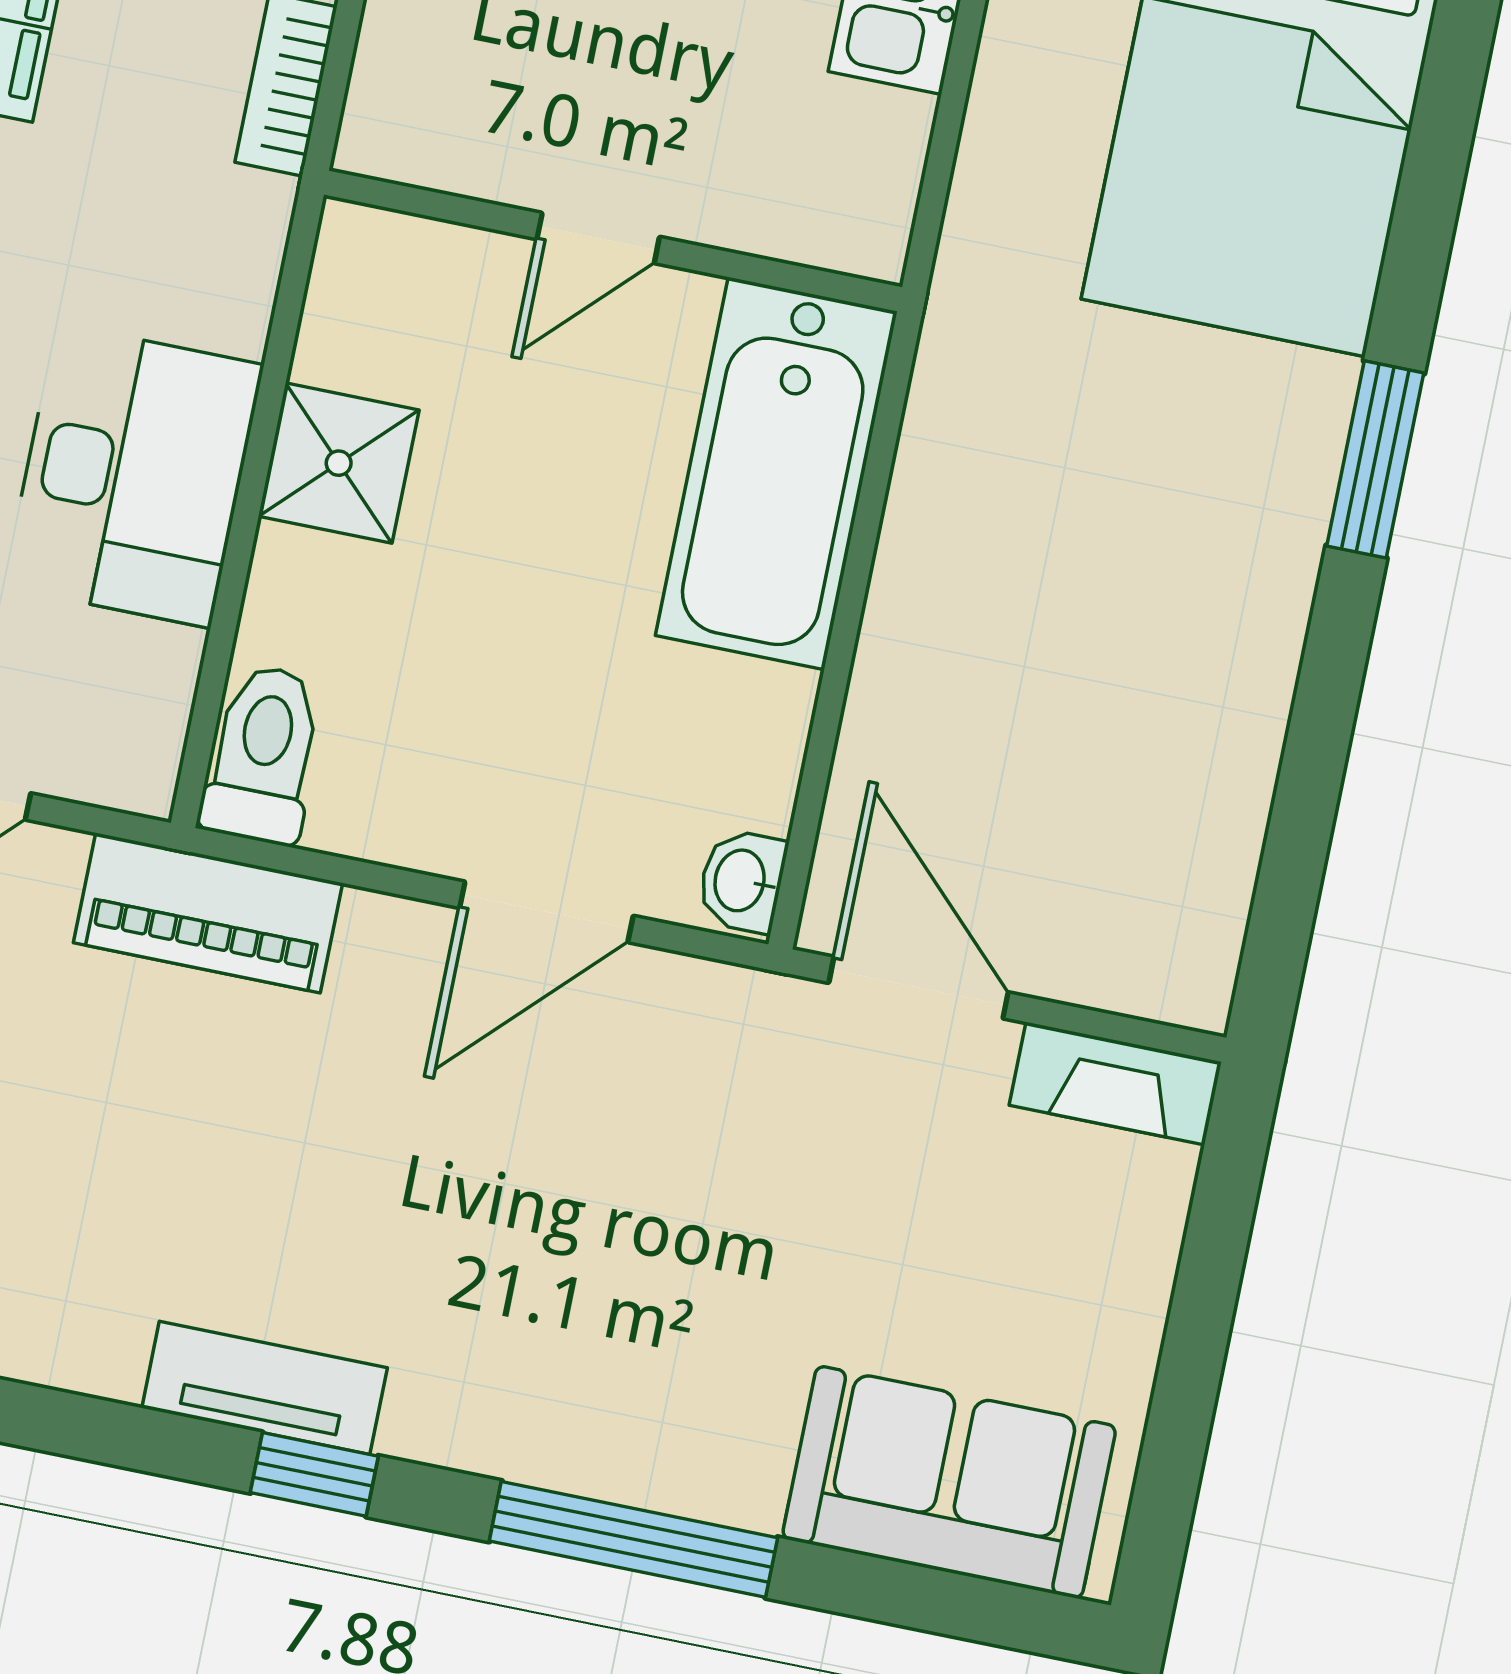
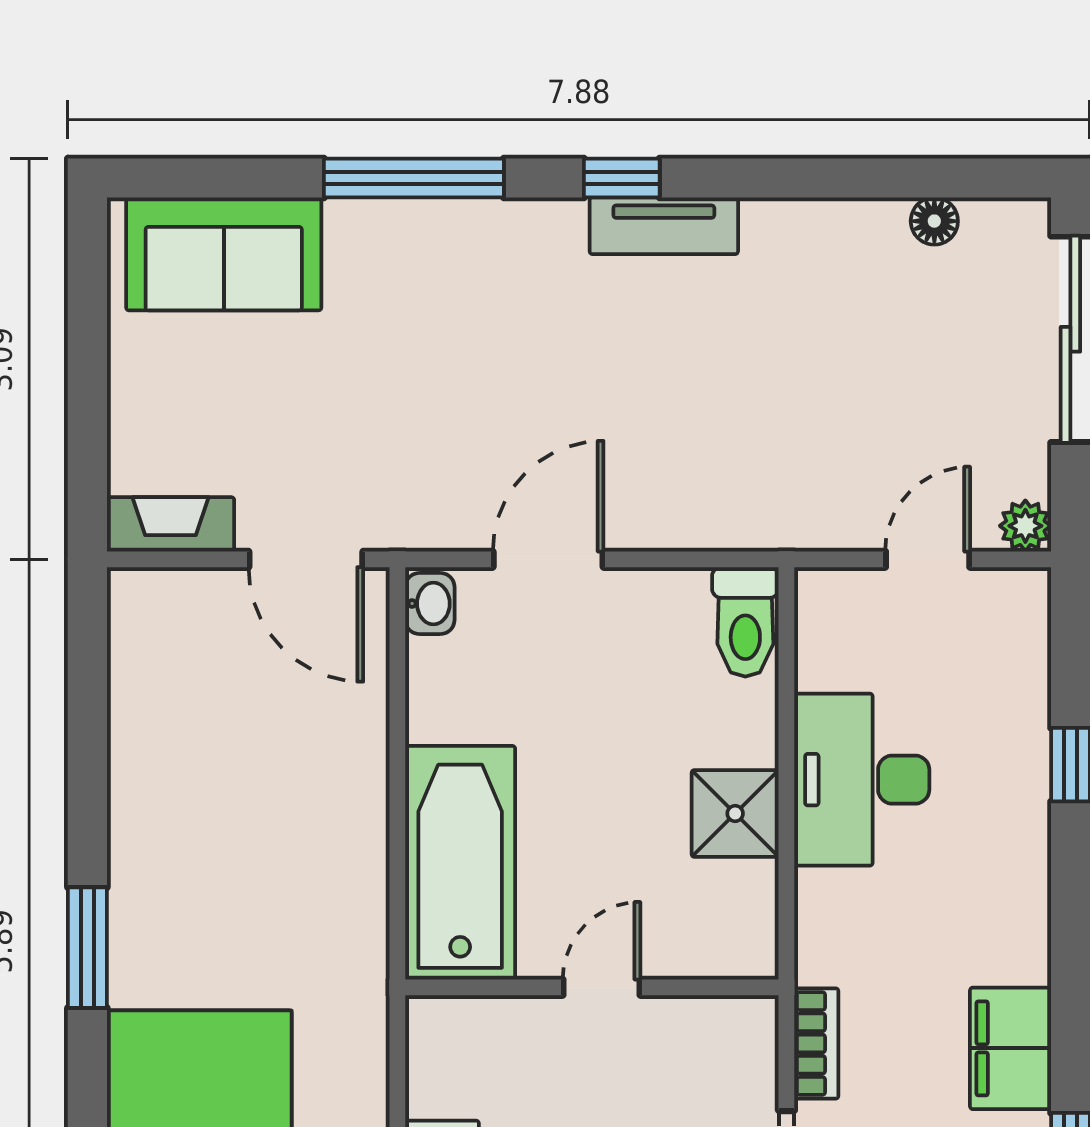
piano: (208, 913) -> (760, 516), removed

